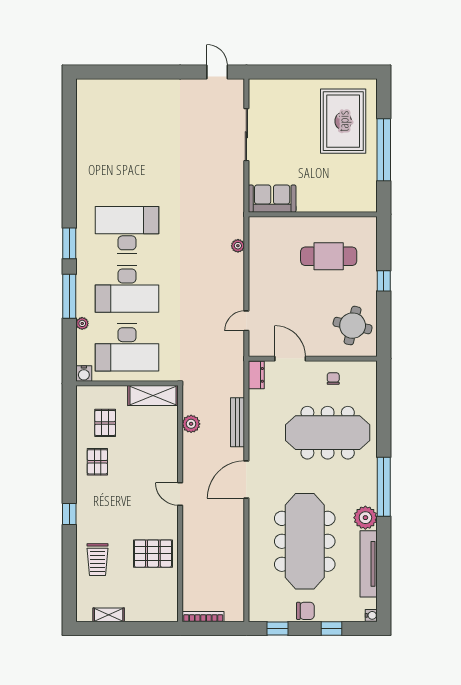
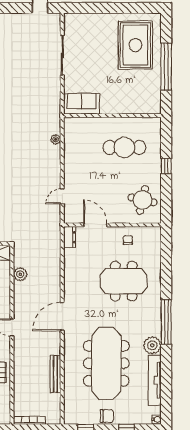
bench: (238, 422) -> (55, 374), moved
meeting table: (328, 433) -> (124, 281), width x0.73

